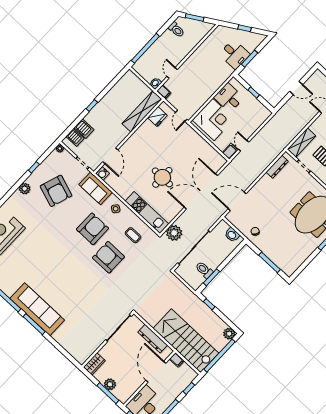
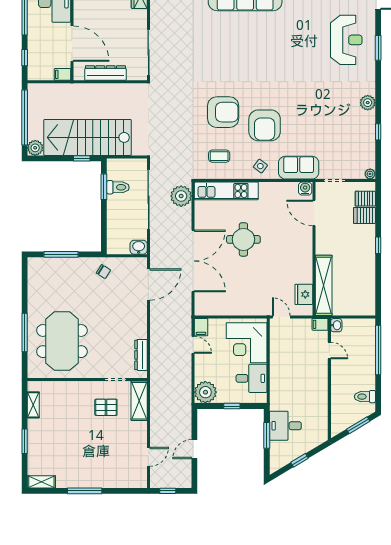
plant: (261, 113) -> (205, 392), added
armchair: (56, 191) -> (335, 129), removed
washbasin: (232, 235) -> (139, 247), moved
stairs: (186, 341) -> (88, 137), moved, turned 180

